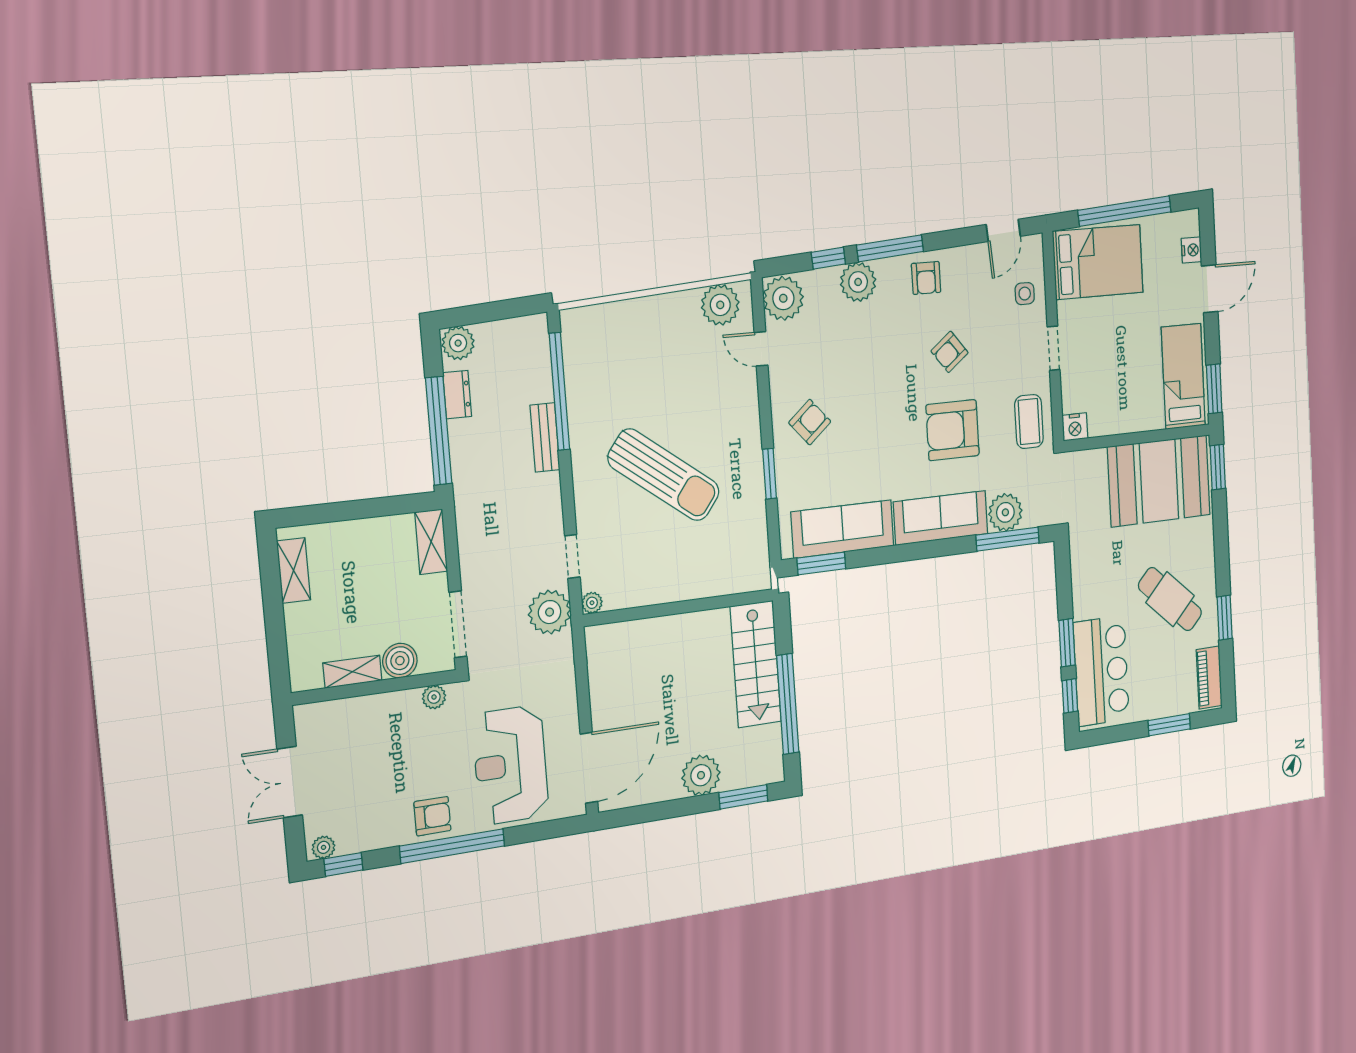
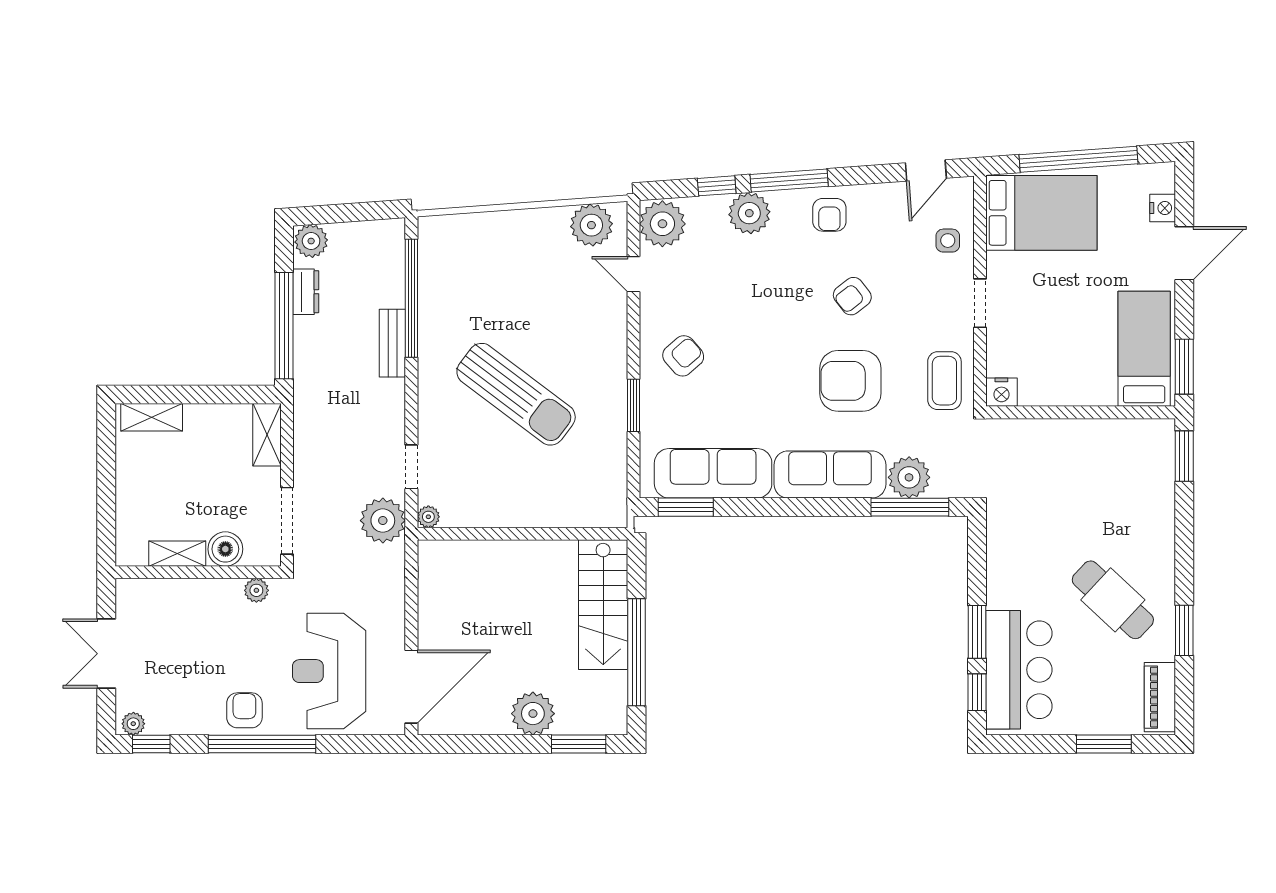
booth: (1159, 481) -> (1106, 464), removed
shelving: (294, 570) -> (152, 417), moved, turned 90
armchair: (432, 816) -> (244, 710), turned -90

